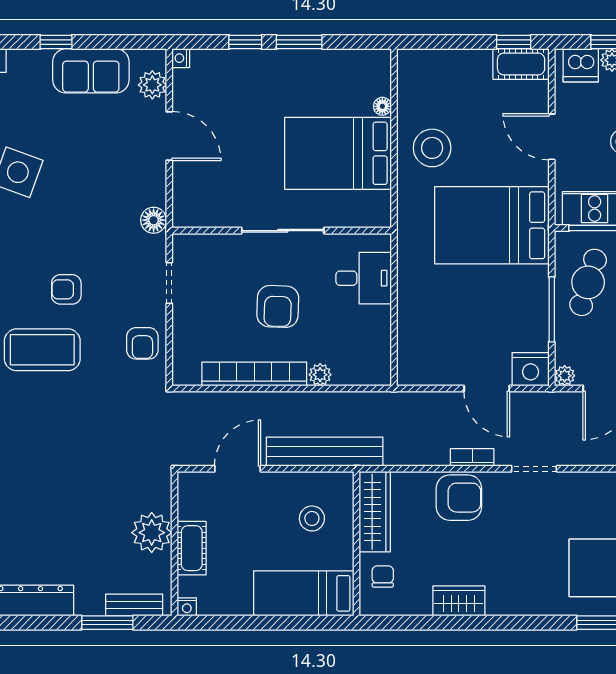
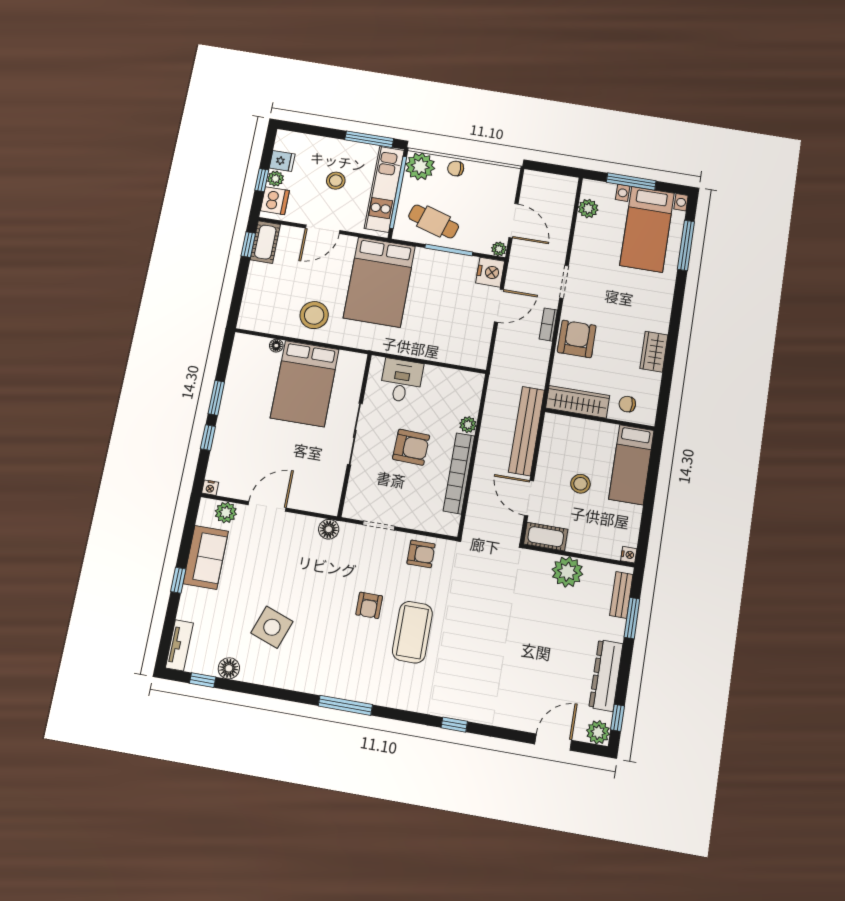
stool: (312, 518) -> (580, 484), moved
cot: (192, 548) -> (546, 537), moved

